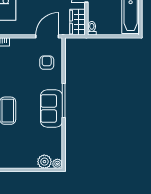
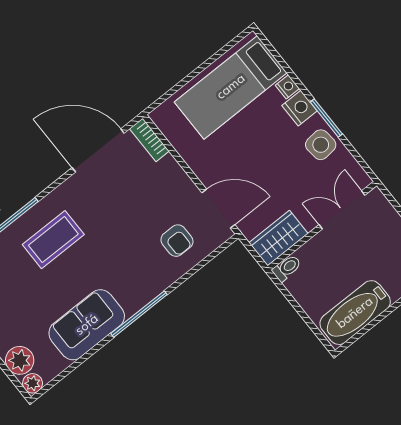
armchair: (47, 63) -> (177, 241), turned 90
sofa: (51, 108) -> (87, 325), moved

